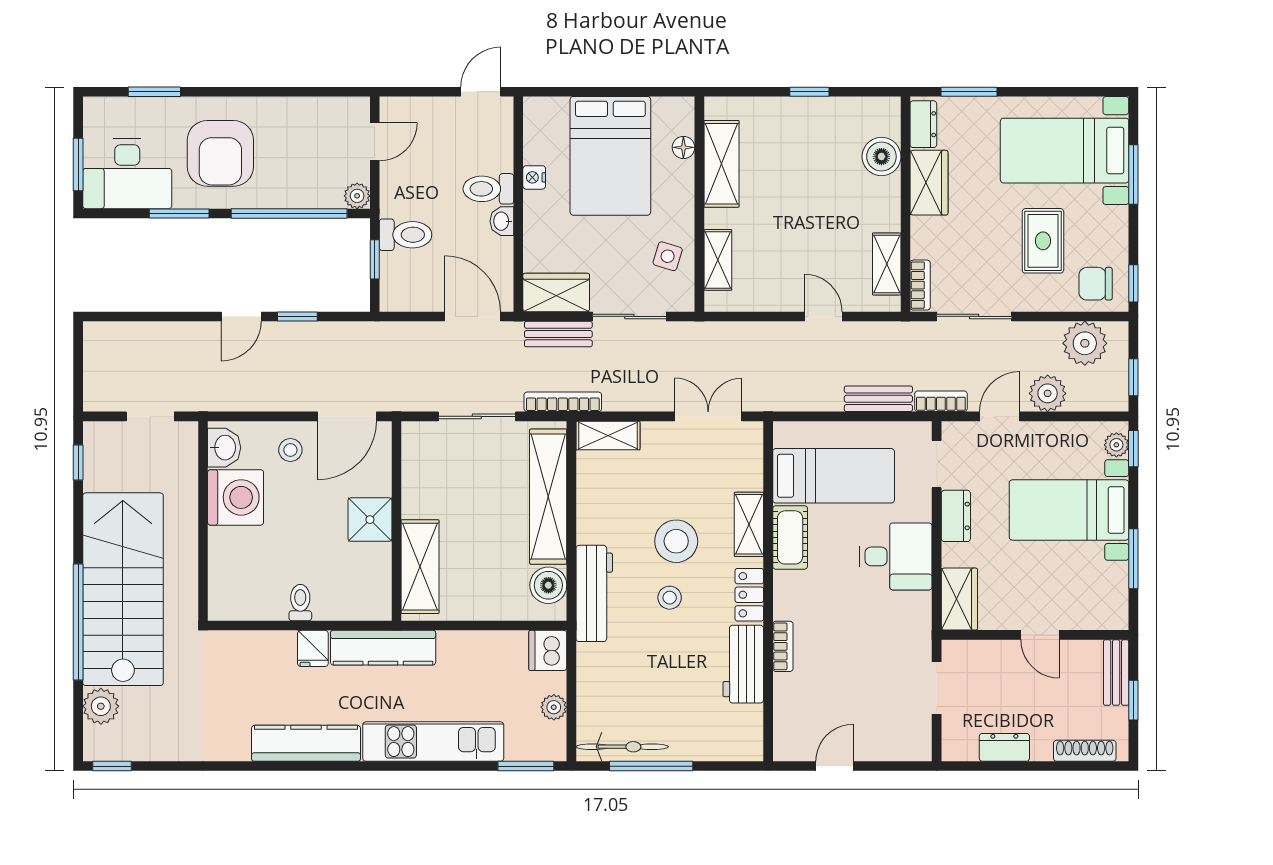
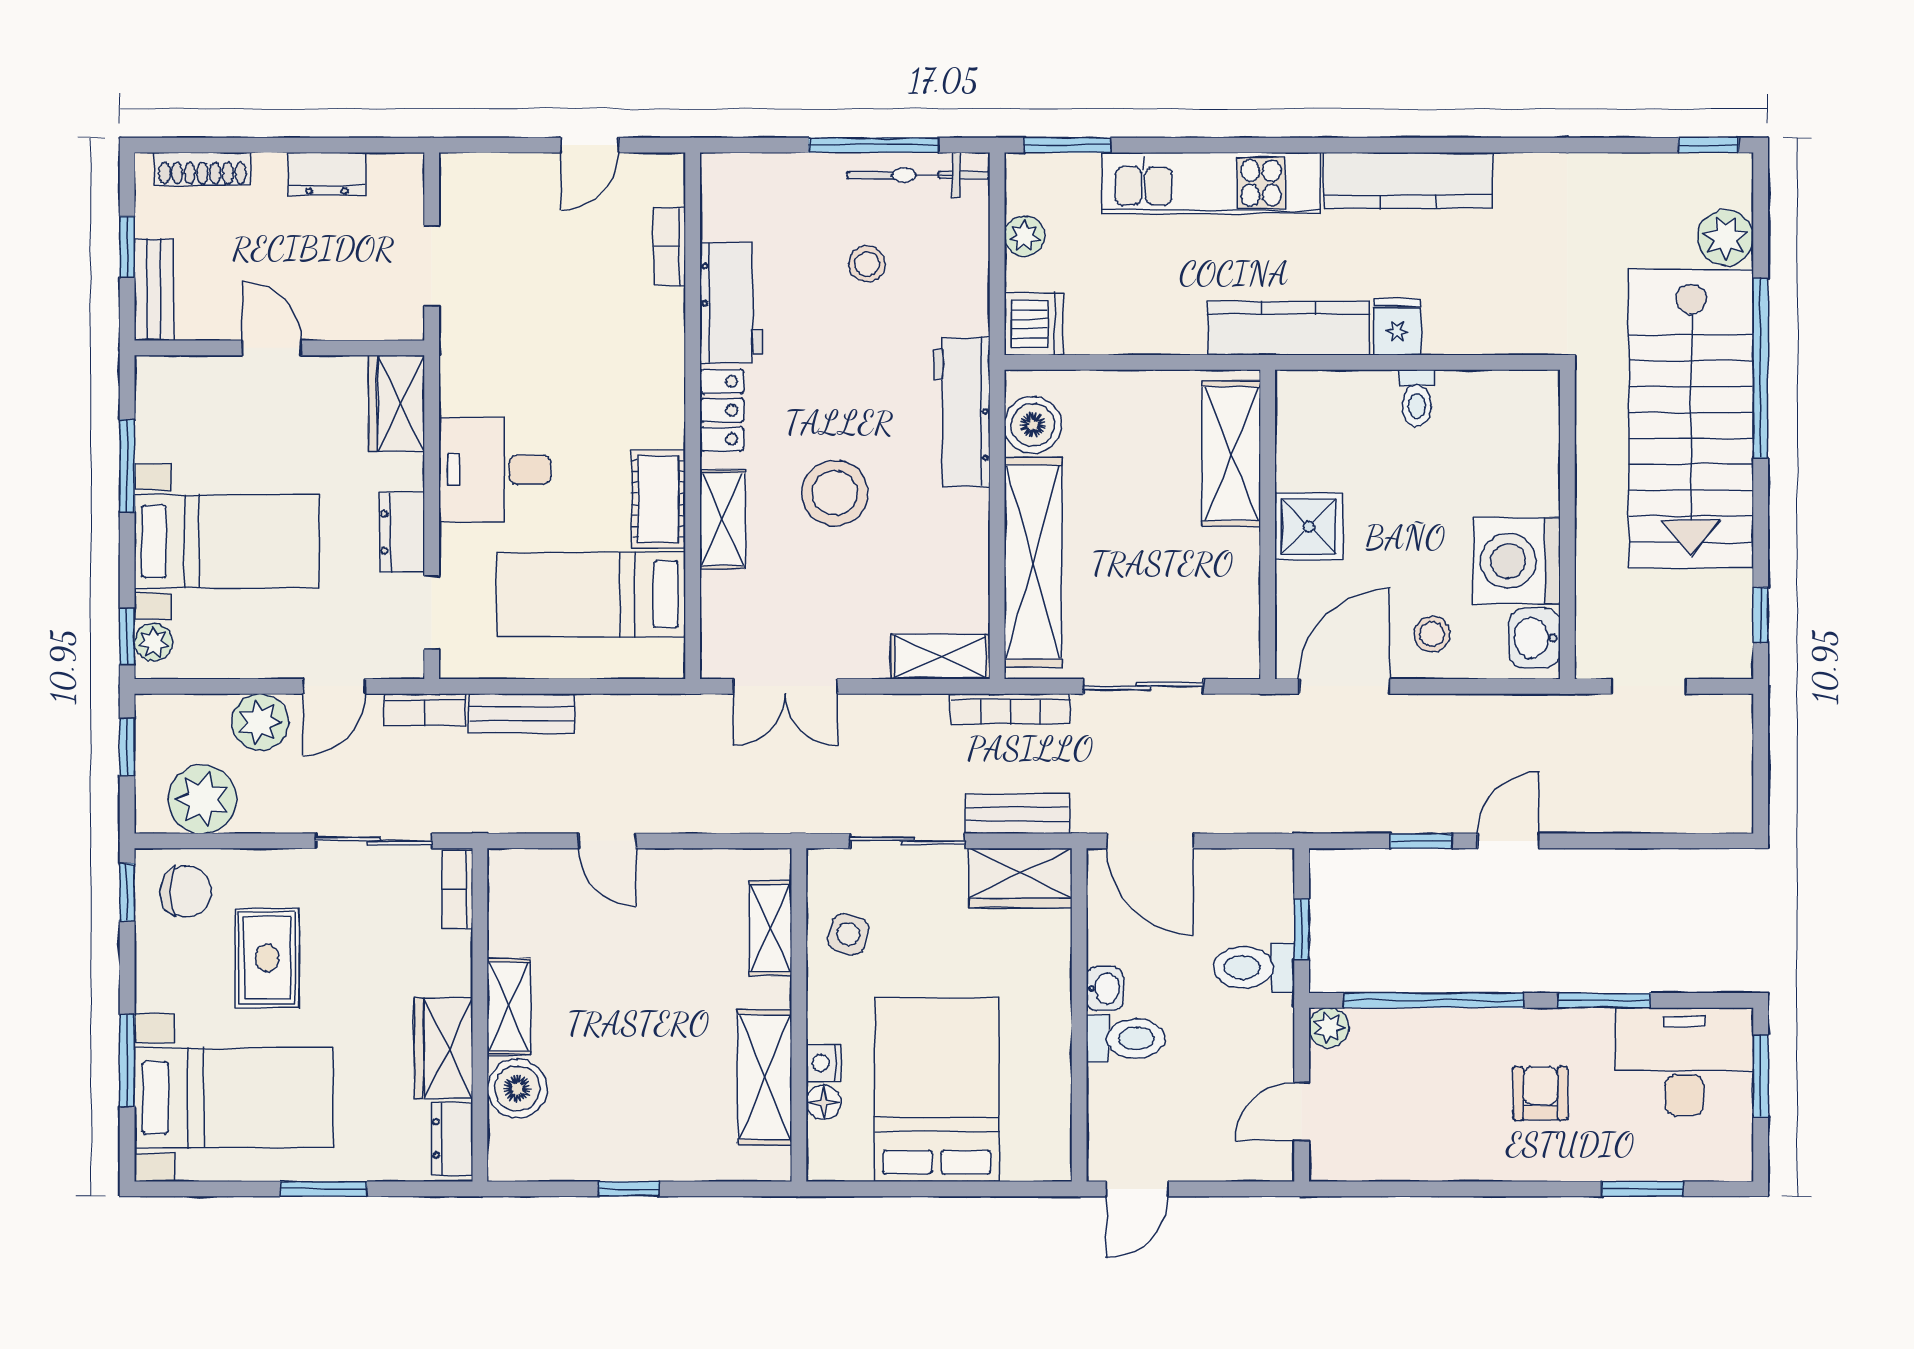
window: (969, 92) -> (324, 1189), moved
armchair: (220, 153) -> (1540, 1093), width x0.53, depth x0.53
nightstand: (534, 177) -> (823, 1063), moved, turned 180
shelving: (887, 264) -> (509, 1007), moved
stool: (670, 598) -> (867, 264), moved
bookcase: (783, 646) -> (670, 247), moved

